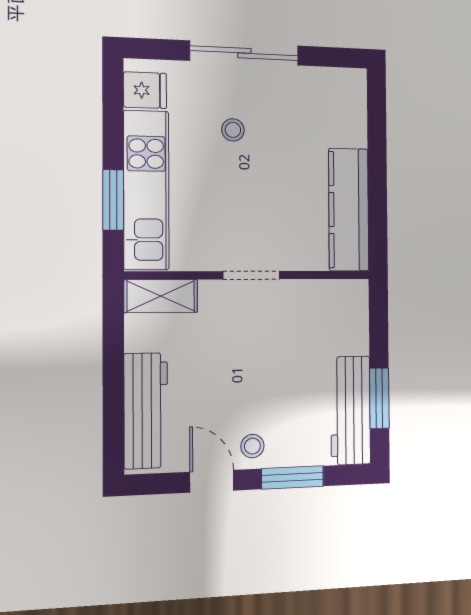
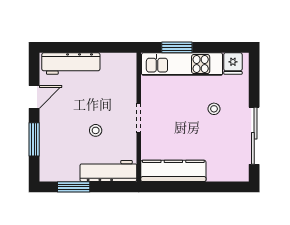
sliding door: (244, 53) -> (254, 136), moved
shelving: (161, 296) -> (128, 71), removed
workbench: (351, 410) -> (108, 171), moved
stool: (252, 446) -> (96, 130), moved

